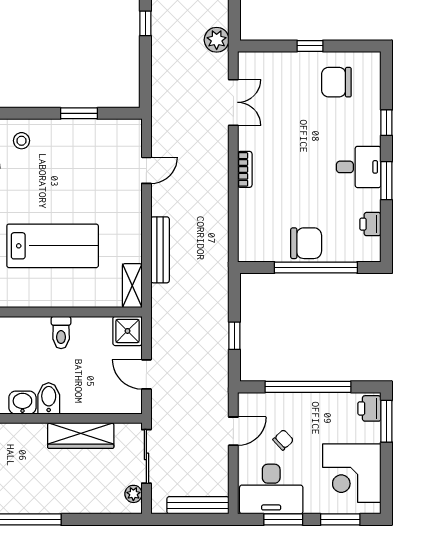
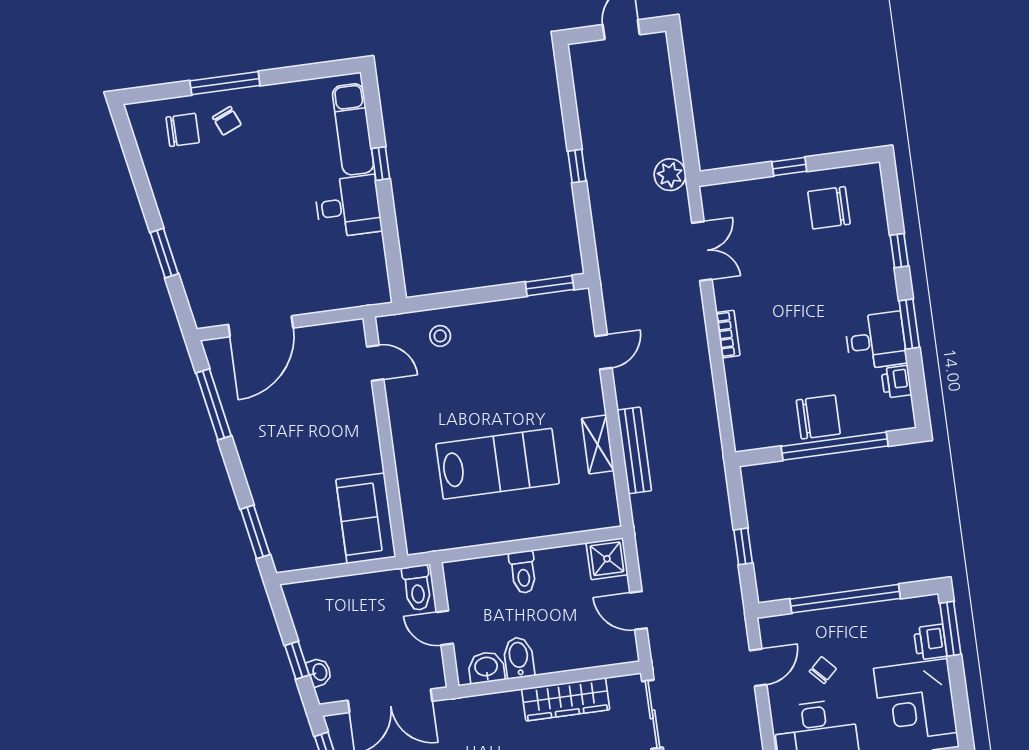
window: (79, 113) -> (550, 286), moved
desk: (359, 167) -> (876, 341), moved
shelving: (132, 286) -> (598, 444), moved
printer: (369, 408) -> (930, 642), moved

